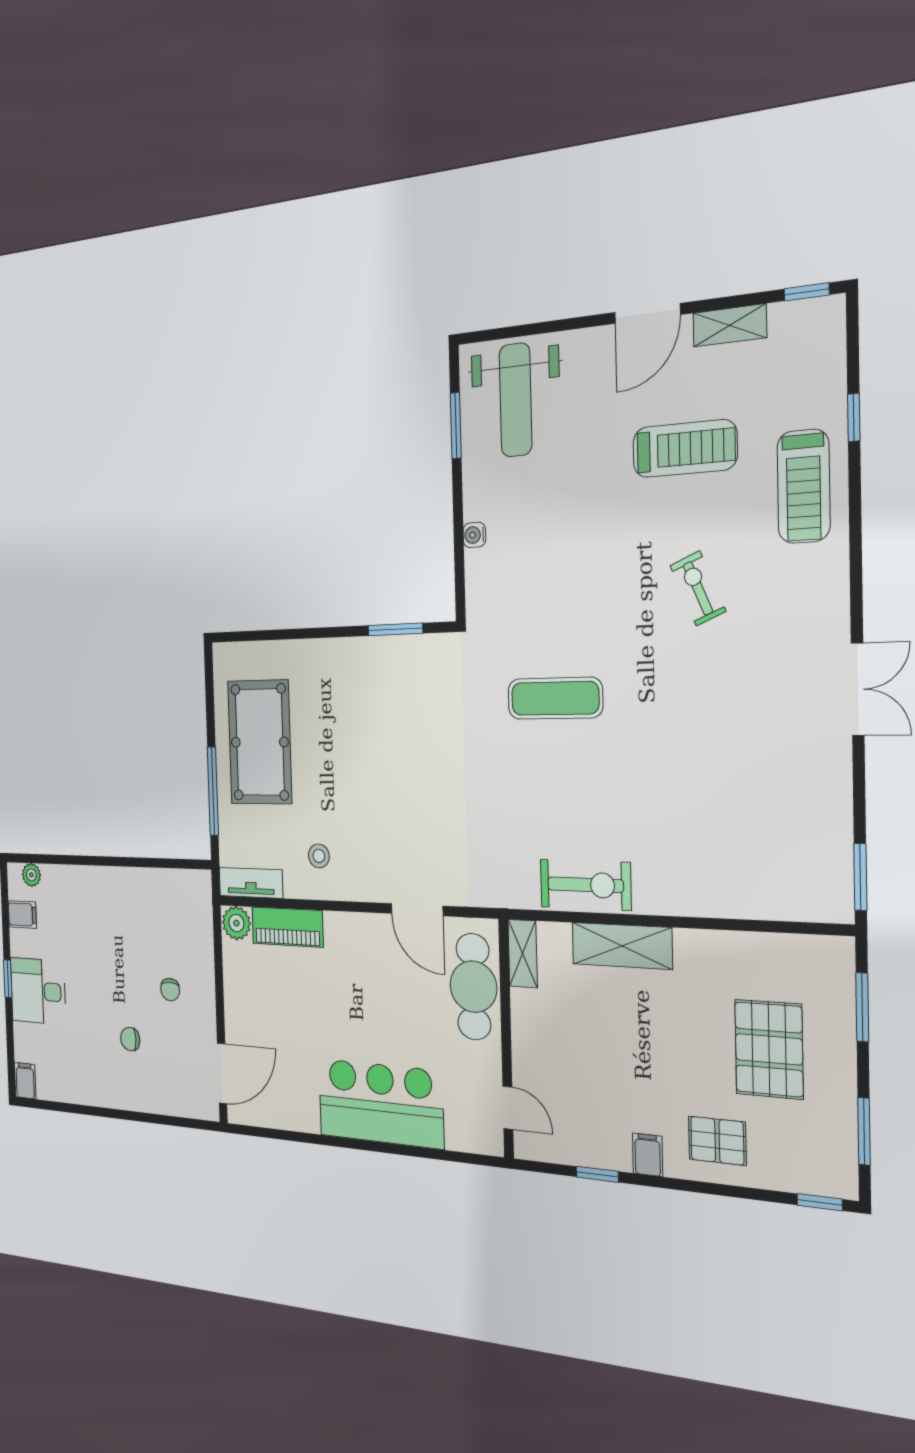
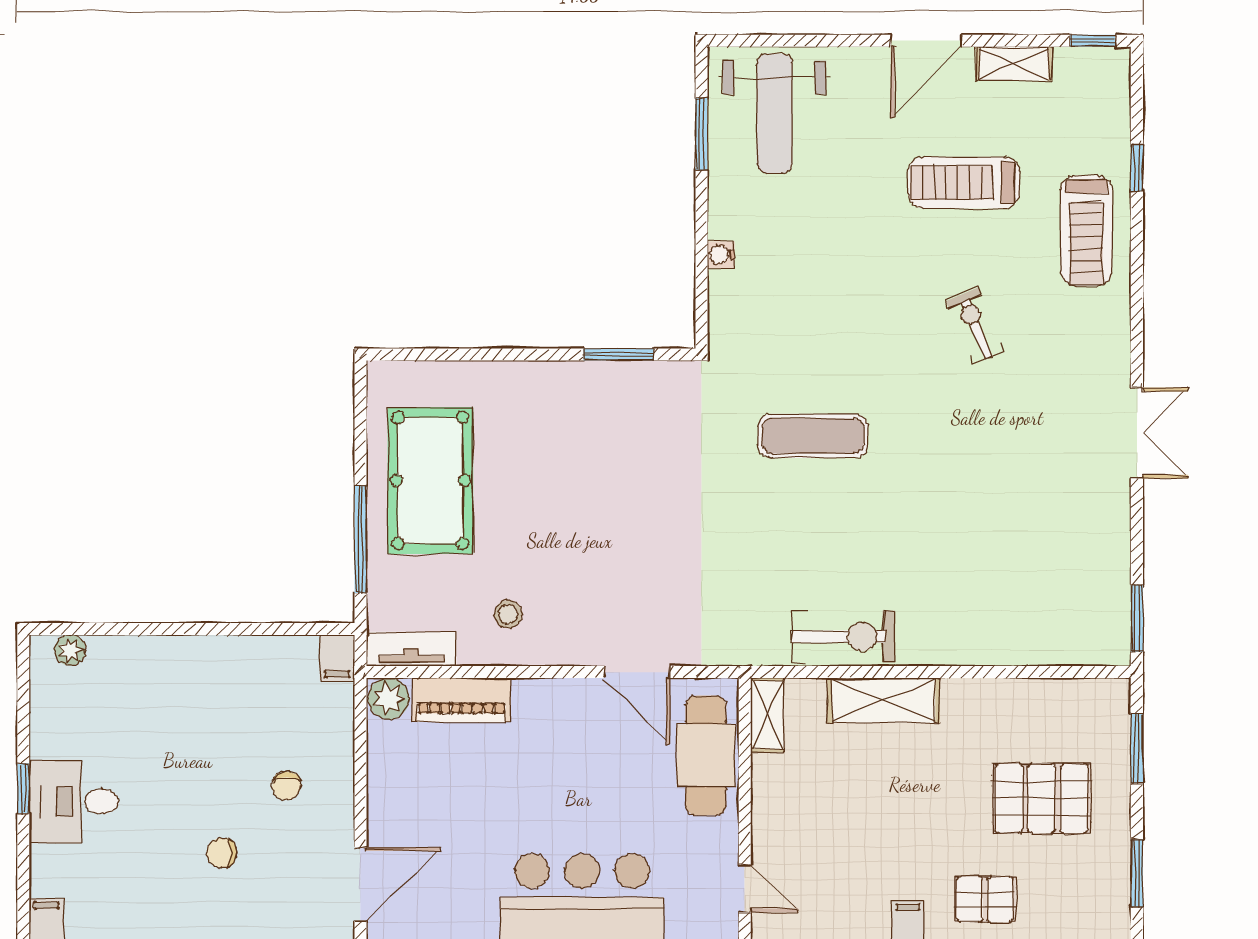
treadmill: (685, 449) -> (964, 183), turned 180
filing cabinet: (22, 914) -> (337, 658), moved, turned 90
pallet: (769, 1049) -> (1041, 798), turned 90

